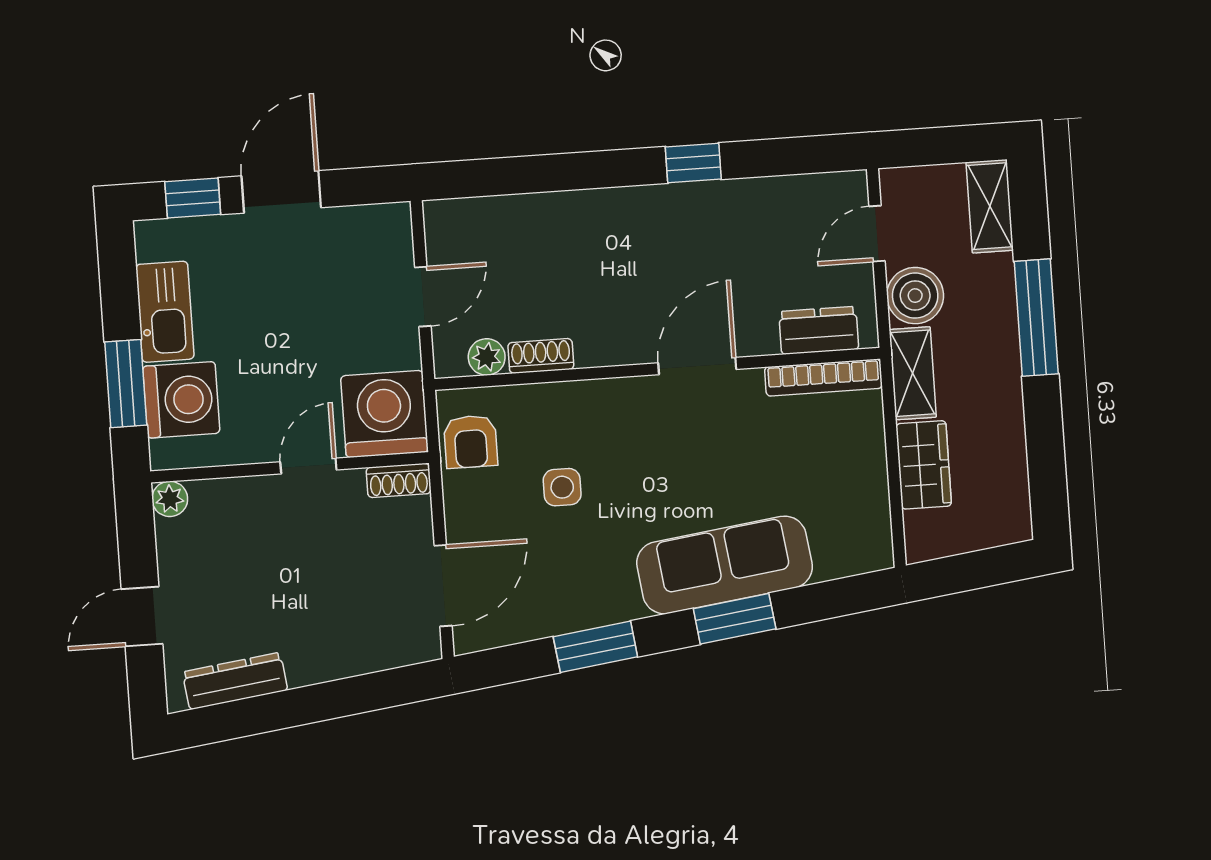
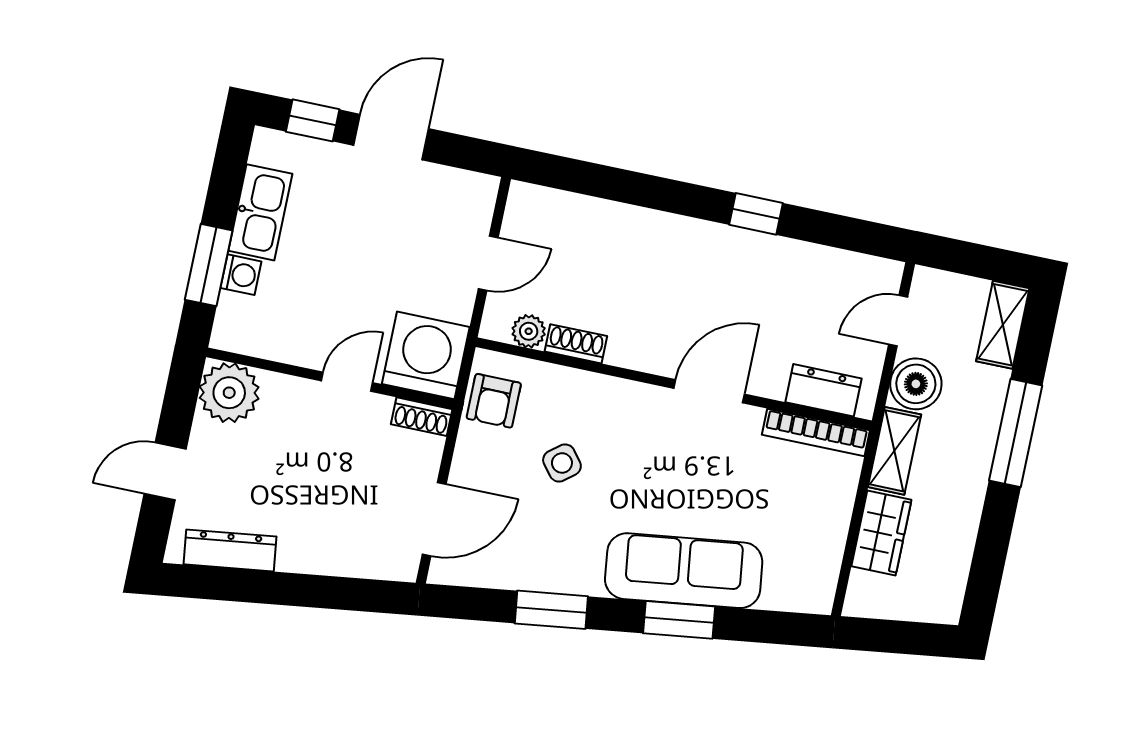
washing machine: (181, 400) -> (241, 275), width x0.53, depth x0.53
side table: (562, 487) -> (562, 463), turned -38
plant: (170, 499) -> (229, 393), width x1.87, depth x1.87

